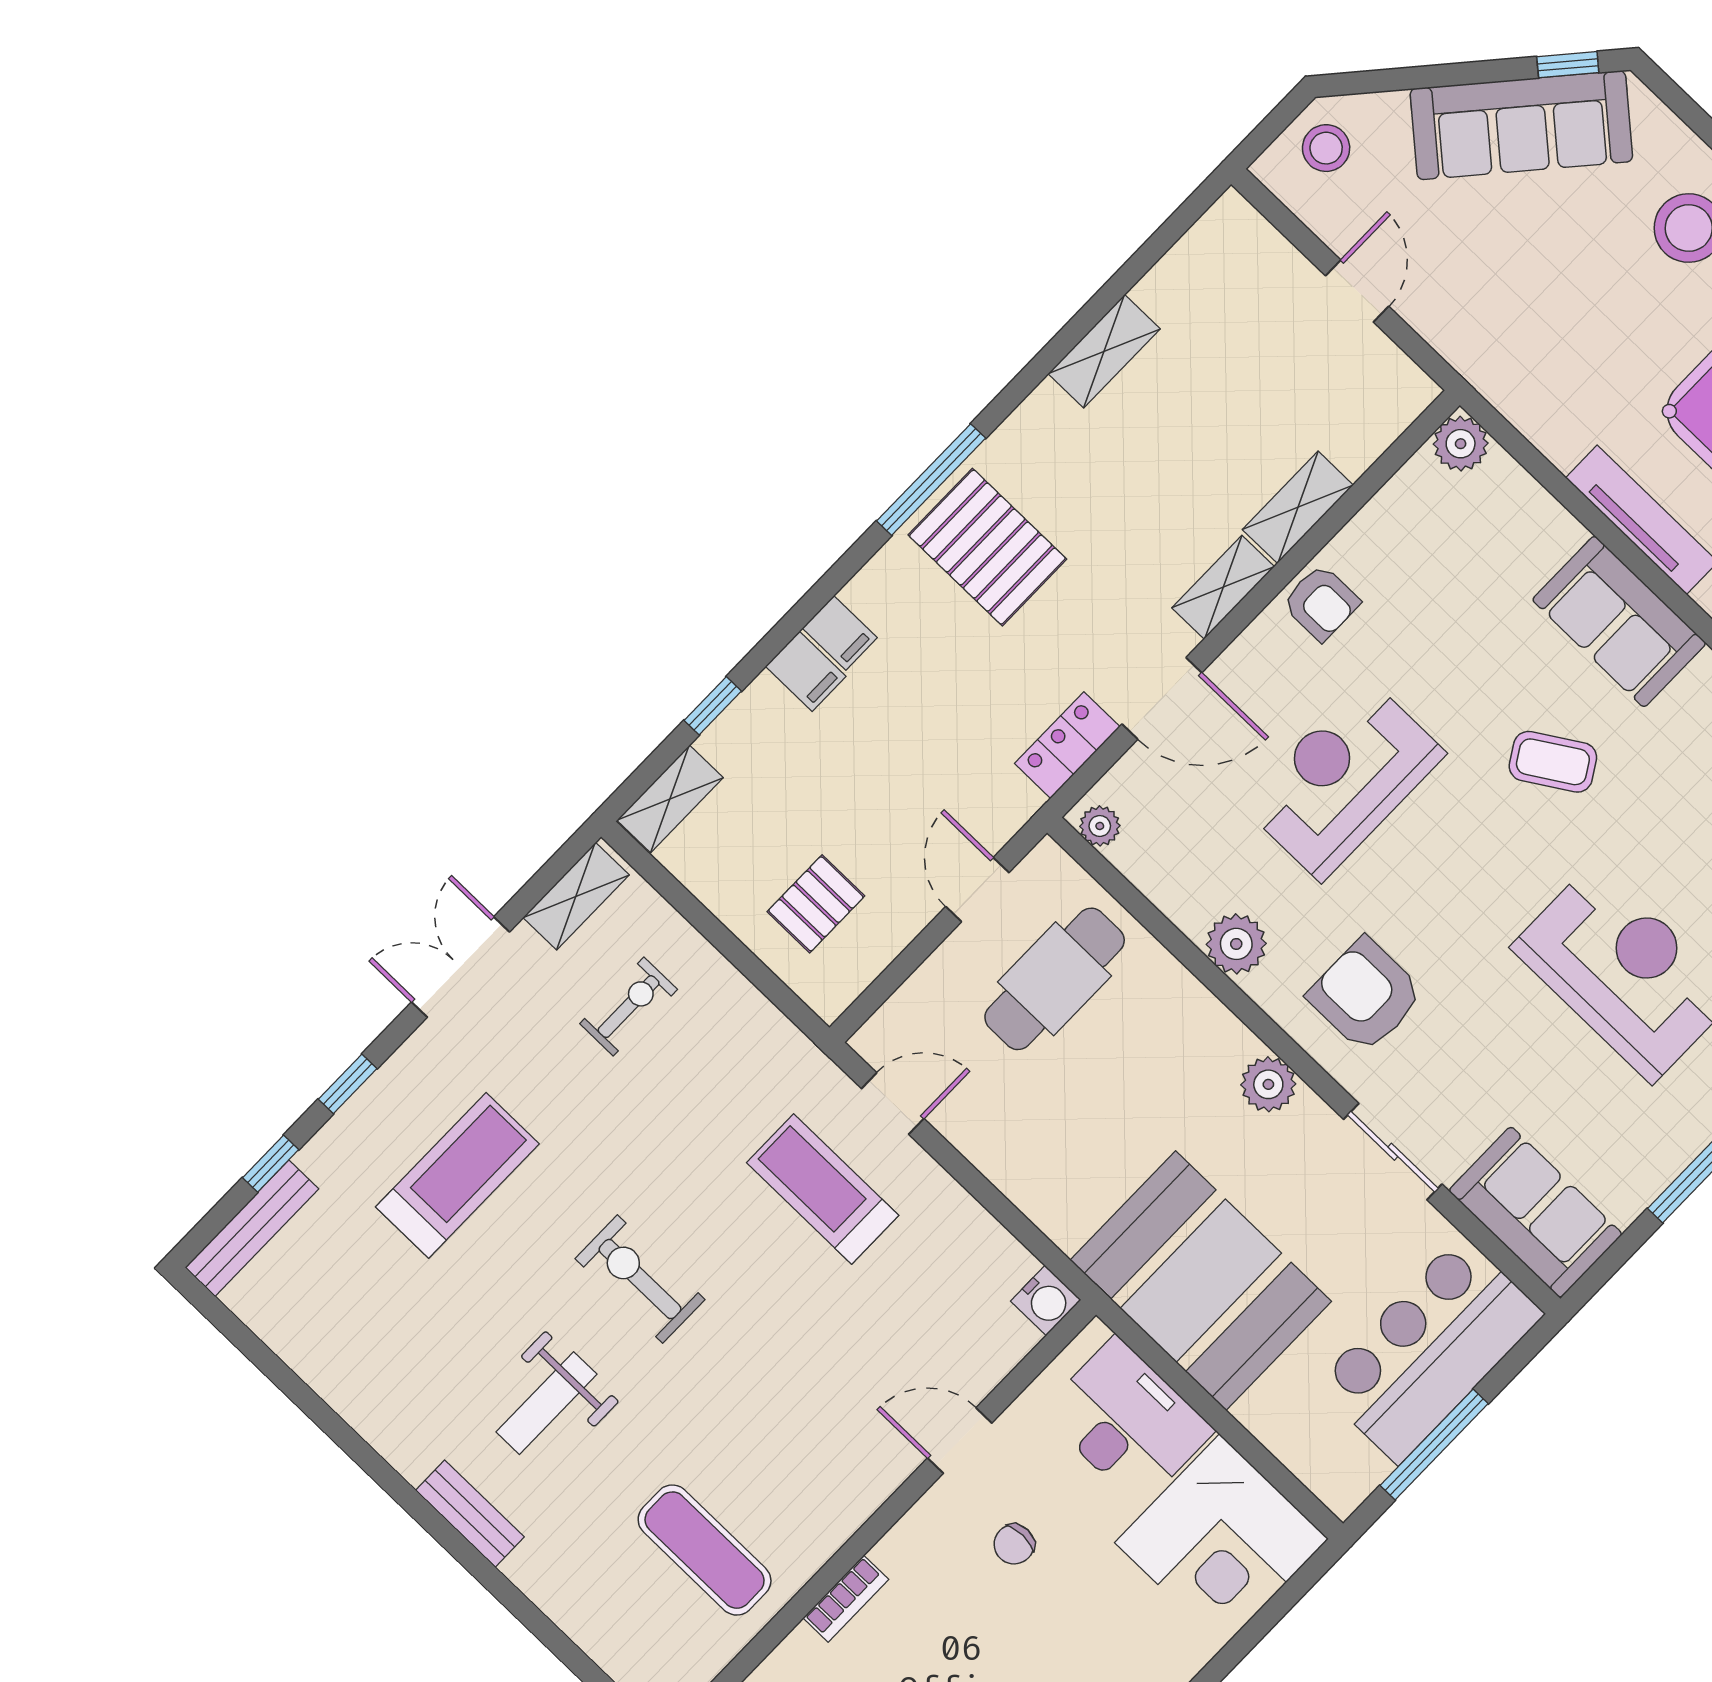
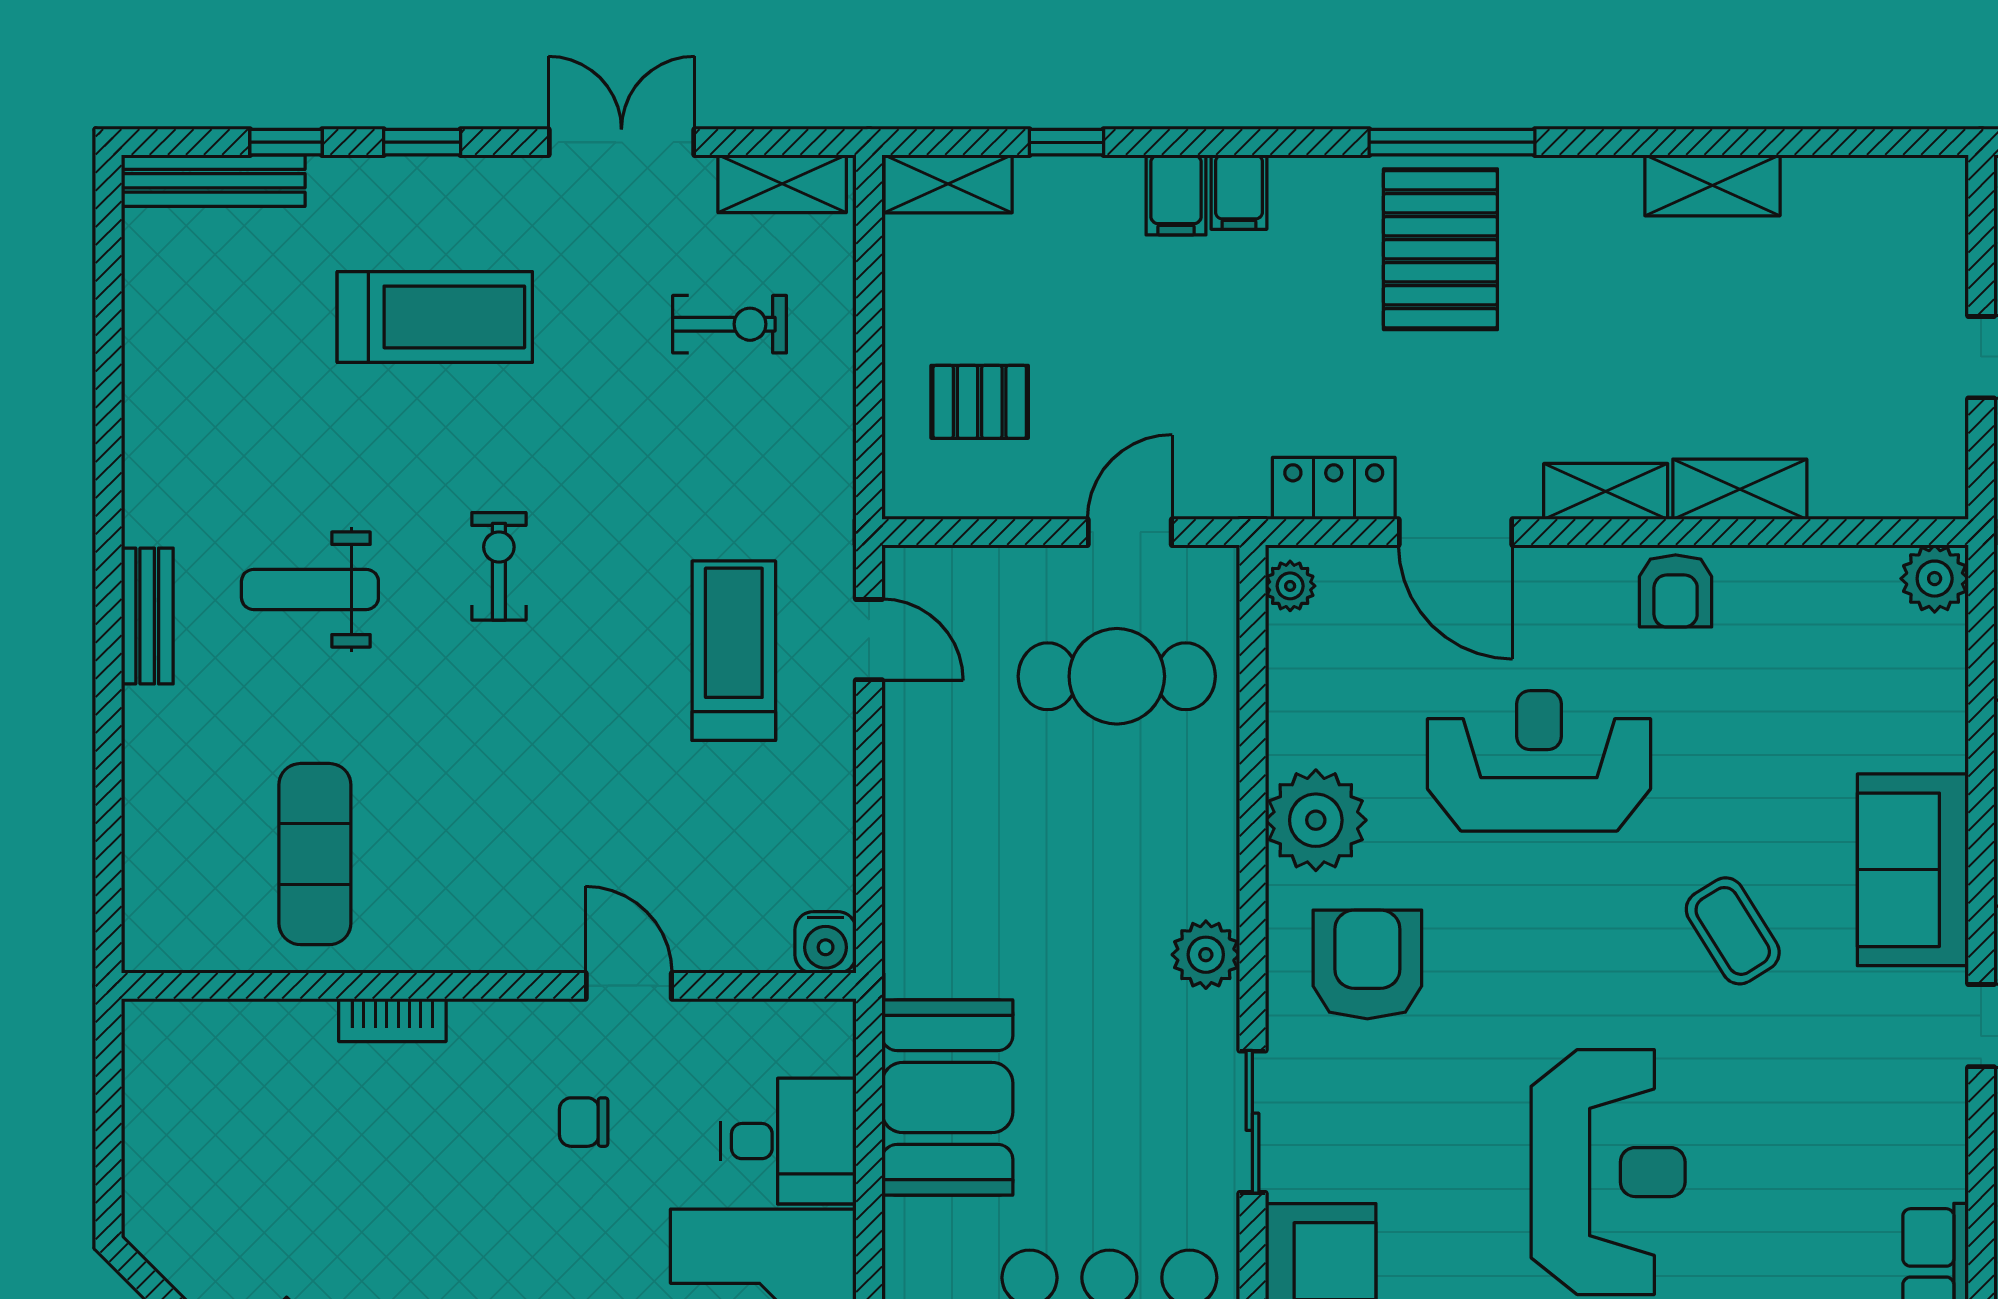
plant: (1236, 944) -> (1316, 820), width x1.36, depth x1.36
exercise bike: (640, 1279) -> (499, 566), width x0.73, depth x0.72
booth: (1201, 1281) -> (947, 1098), width x0.73, depth x0.70
desk: (1127, 1422) -> (788, 1141), width x0.73

